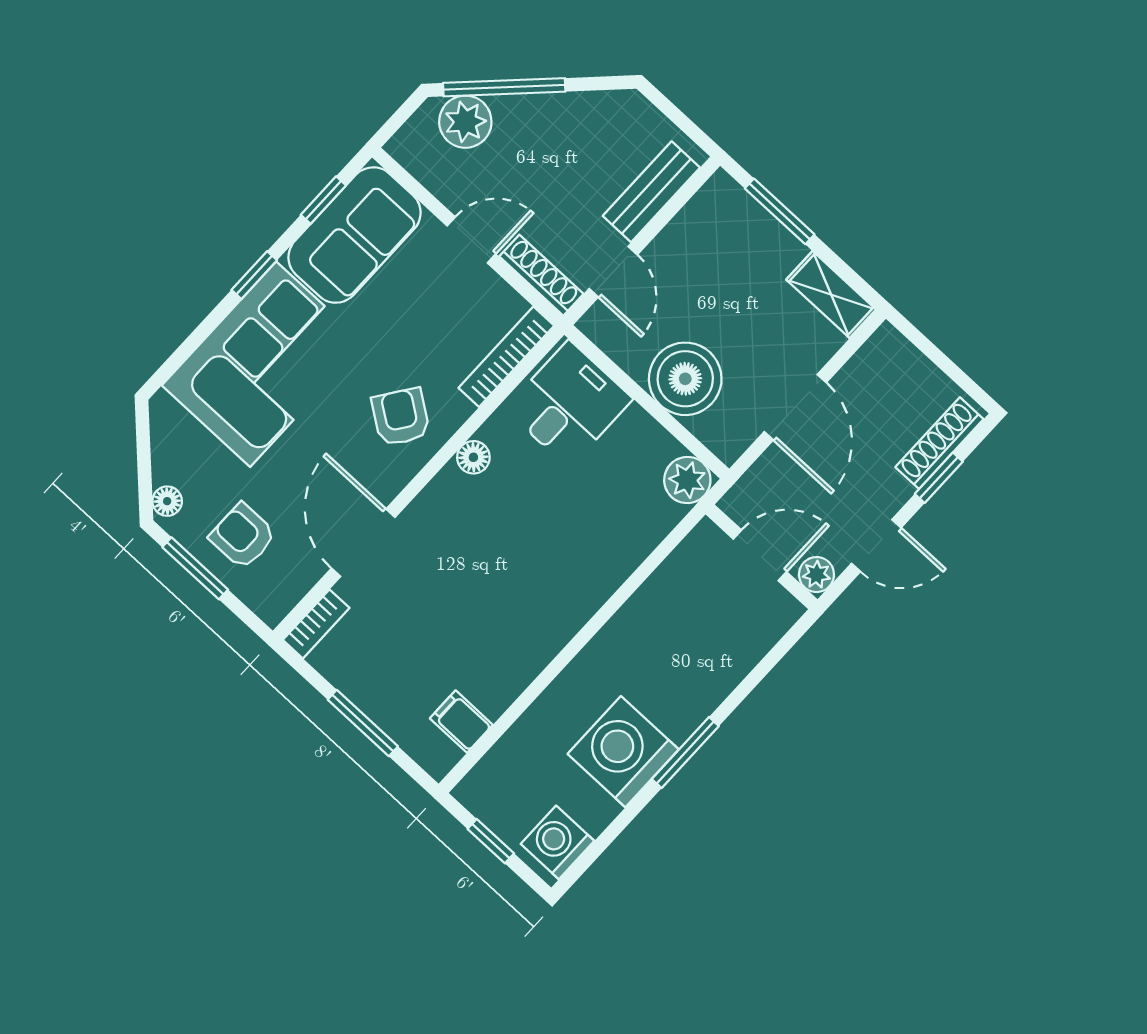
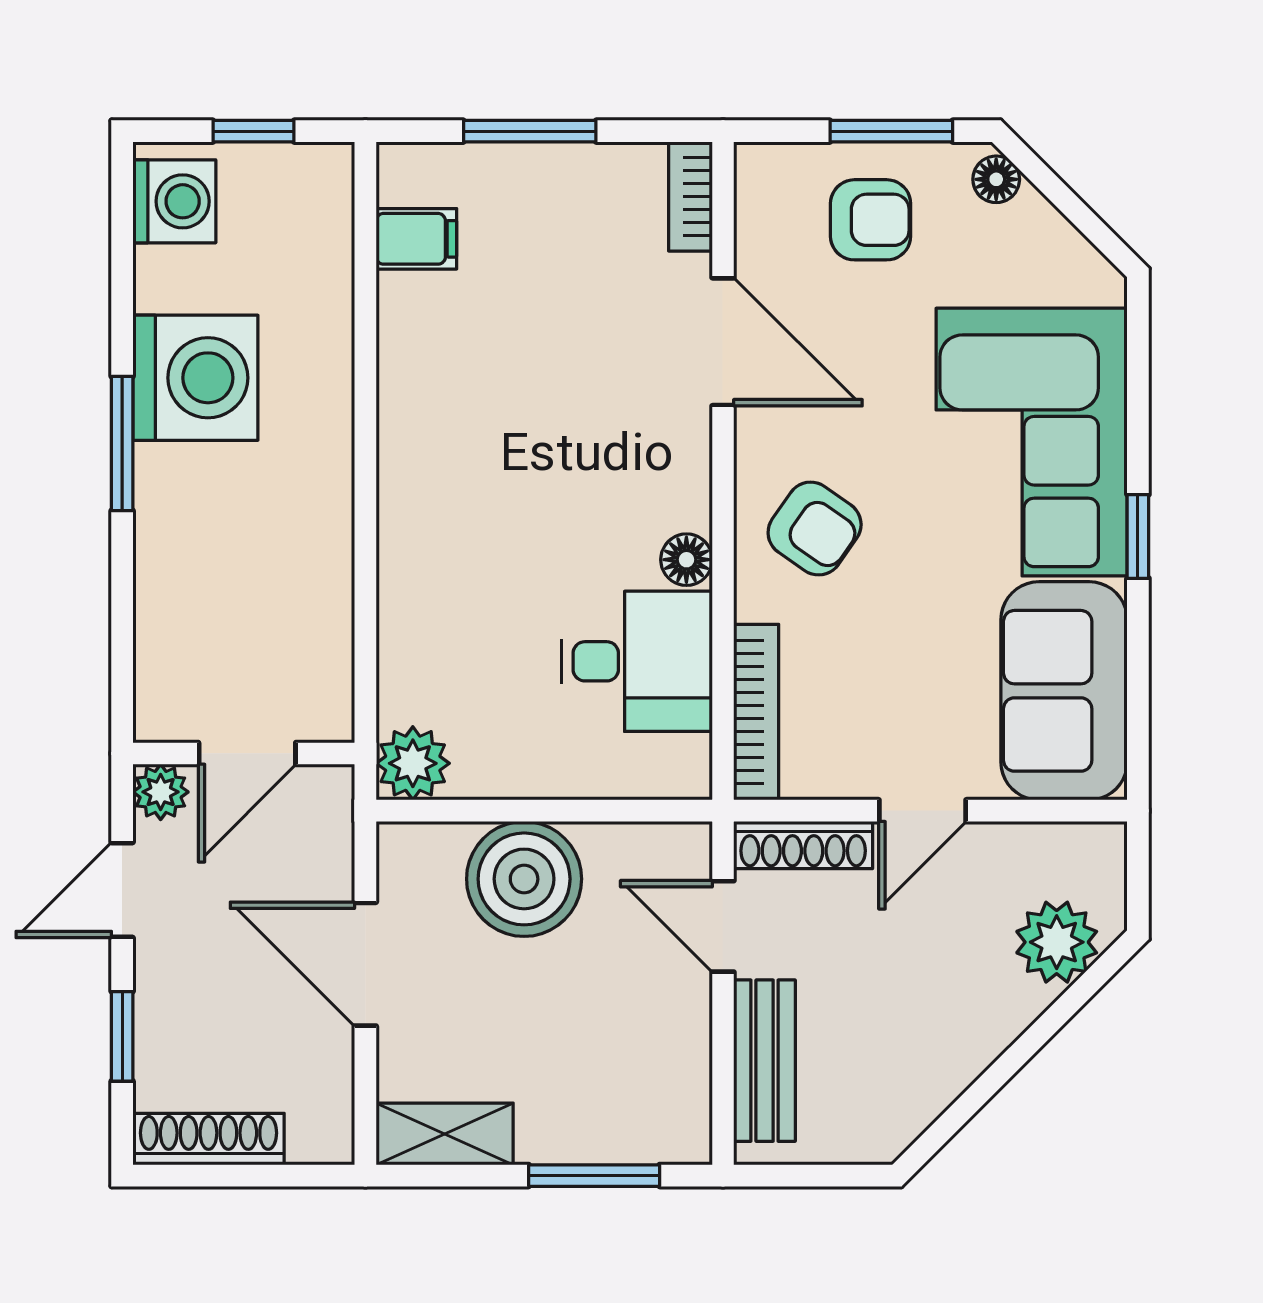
window: (504, 87) -> (1049, 1024), removed
window: (323, 200) -> (1138, 698), removed
desk: (569, 404) -> (637, 661), moved, turned -90
shoe rack: (939, 443) -> (208, 1139), moved, turned -90

